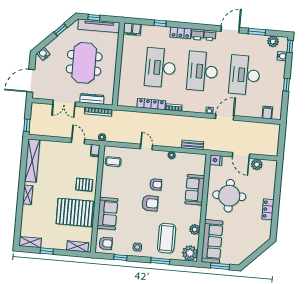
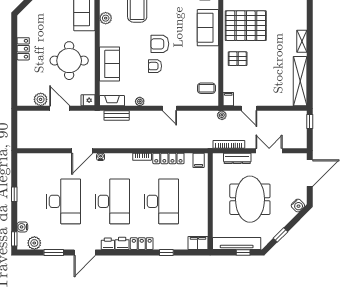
filing cabinet: (267, 113) -> (199, 160), moved
fireplace: (195, 158) -> (112, 101), added

